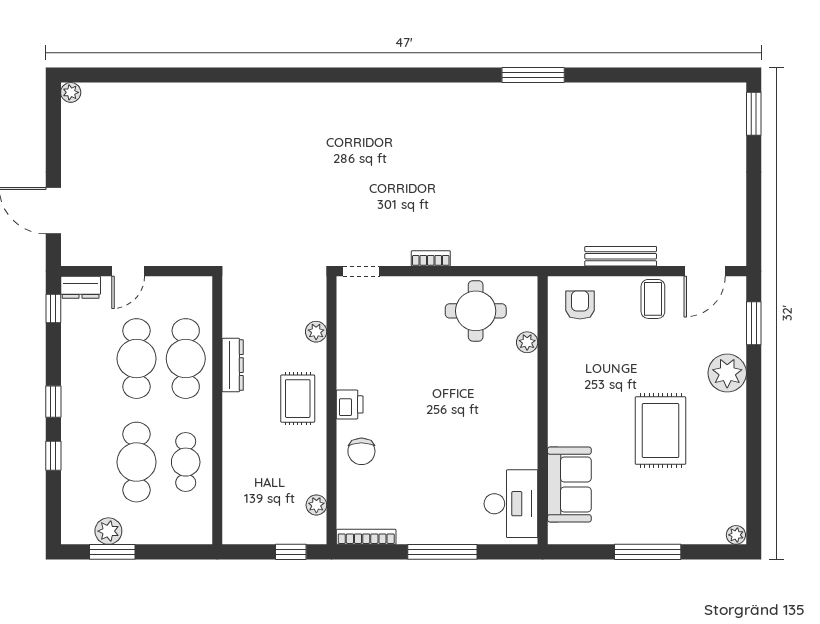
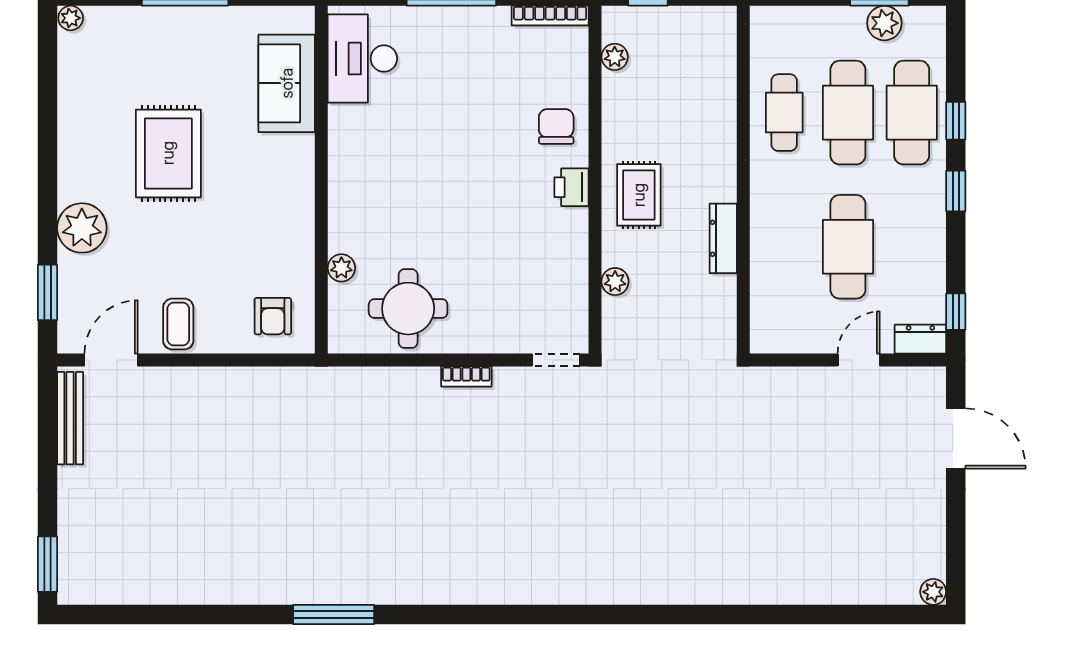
bench: (621, 256) -> (70, 418), moved, turned 90
cafe table: (186, 359) -> (912, 113), moved

